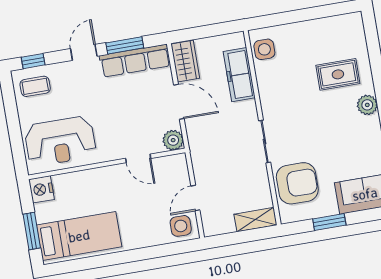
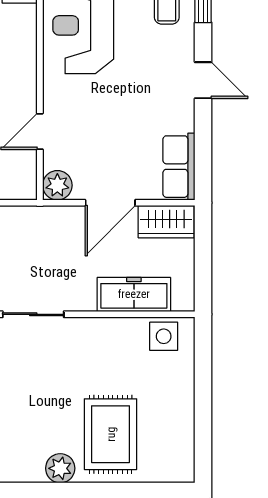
window: (125, 45) -> (203, 140), removed
row of seats: (135, 61) -> (179, 167), width x0.68
rug: (338, 74) -> (111, 434), width x1.36, depth x1.43

